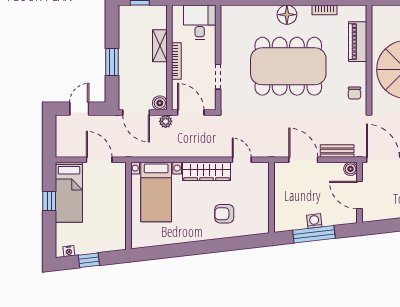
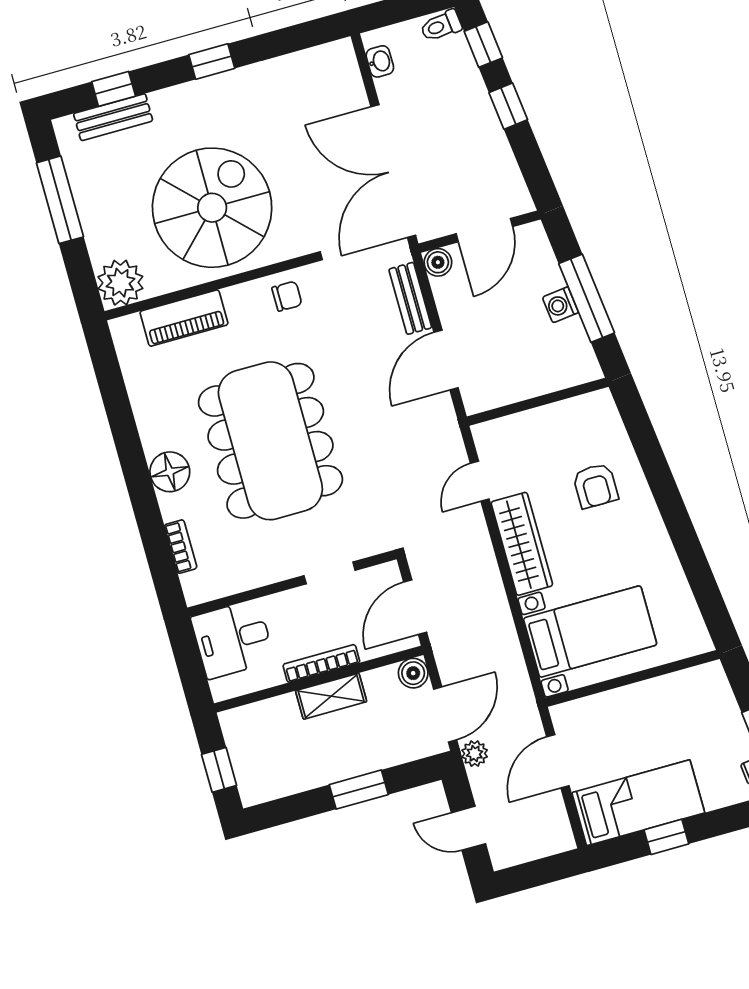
bookcase: (324, 10) -> (181, 547), moved
plant: (383, 16) -> (120, 283), added
shelving: (160, 46) -> (331, 696), moved
plant: (166, 121) -> (475, 754), moved

